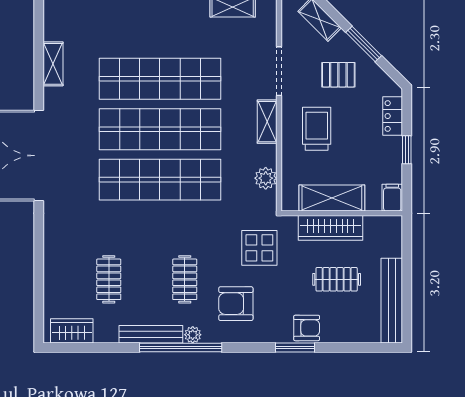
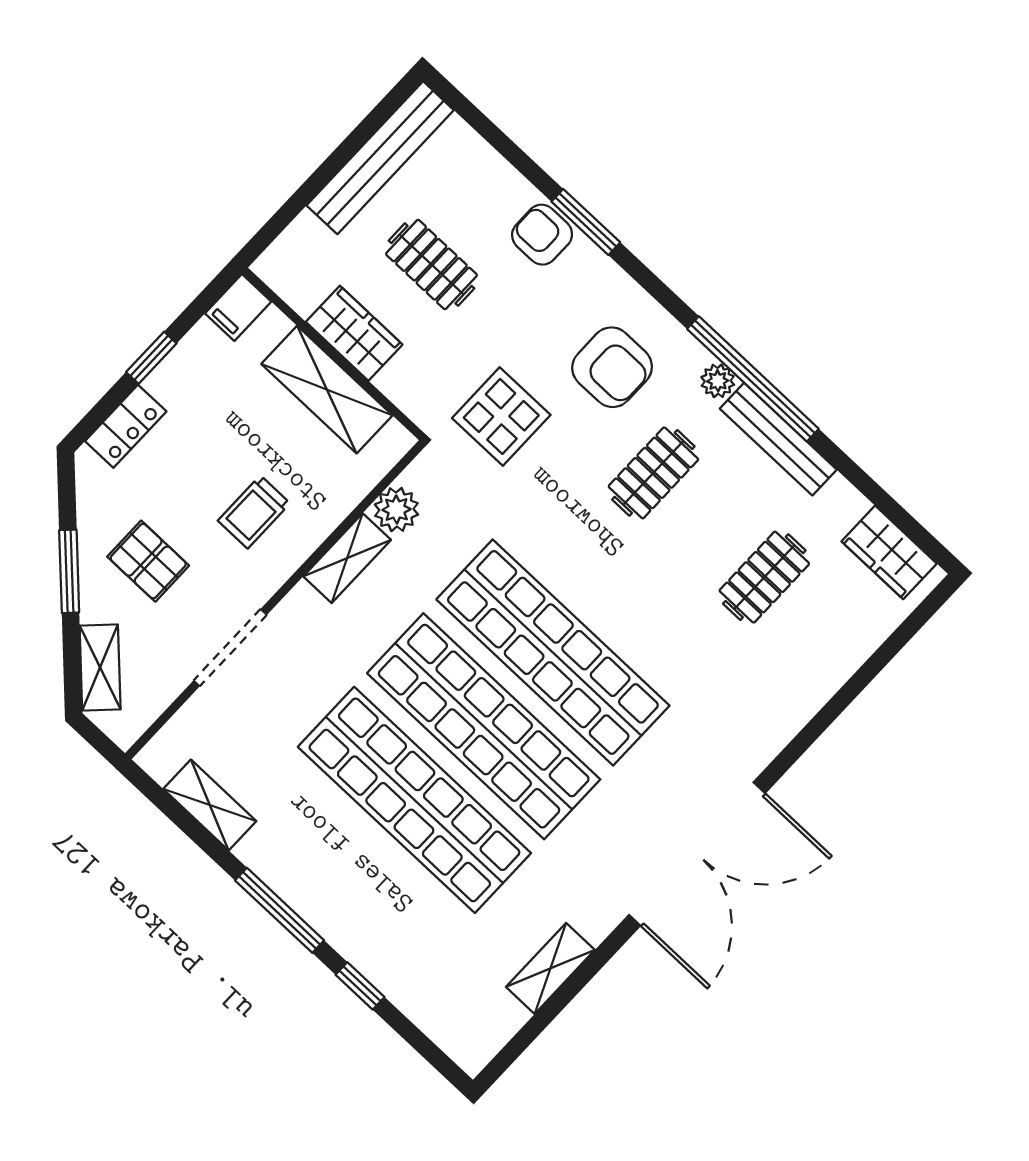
shelving: (267, 122) -> (347, 558), moved
trolley: (317, 129) -> (254, 512), width x0.73, depth x0.72
wardrobe: (331, 228) -> (354, 333), width x0.67

